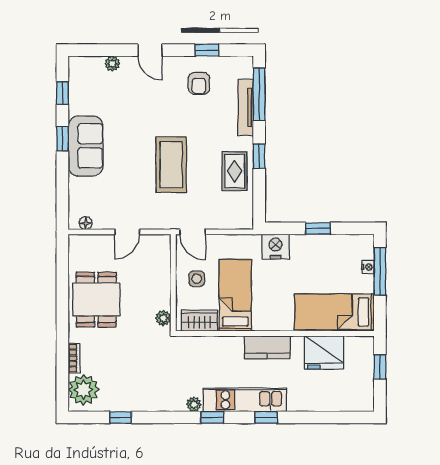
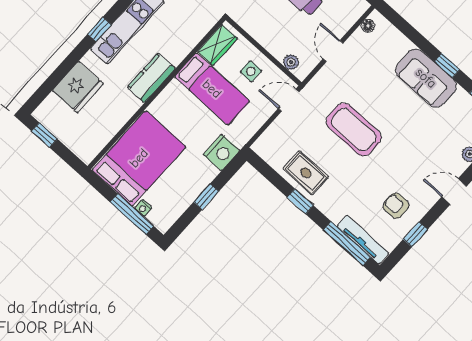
tv unit: (246, 107) -> (363, 240), moved
bed: (334, 312) -> (139, 158), width x1.50
plant: (163, 318) -> (291, 62), moved
fridge: (324, 352) -> (78, 87), moved, turned 180
window: (380, 367) -> (44, 135), moved

